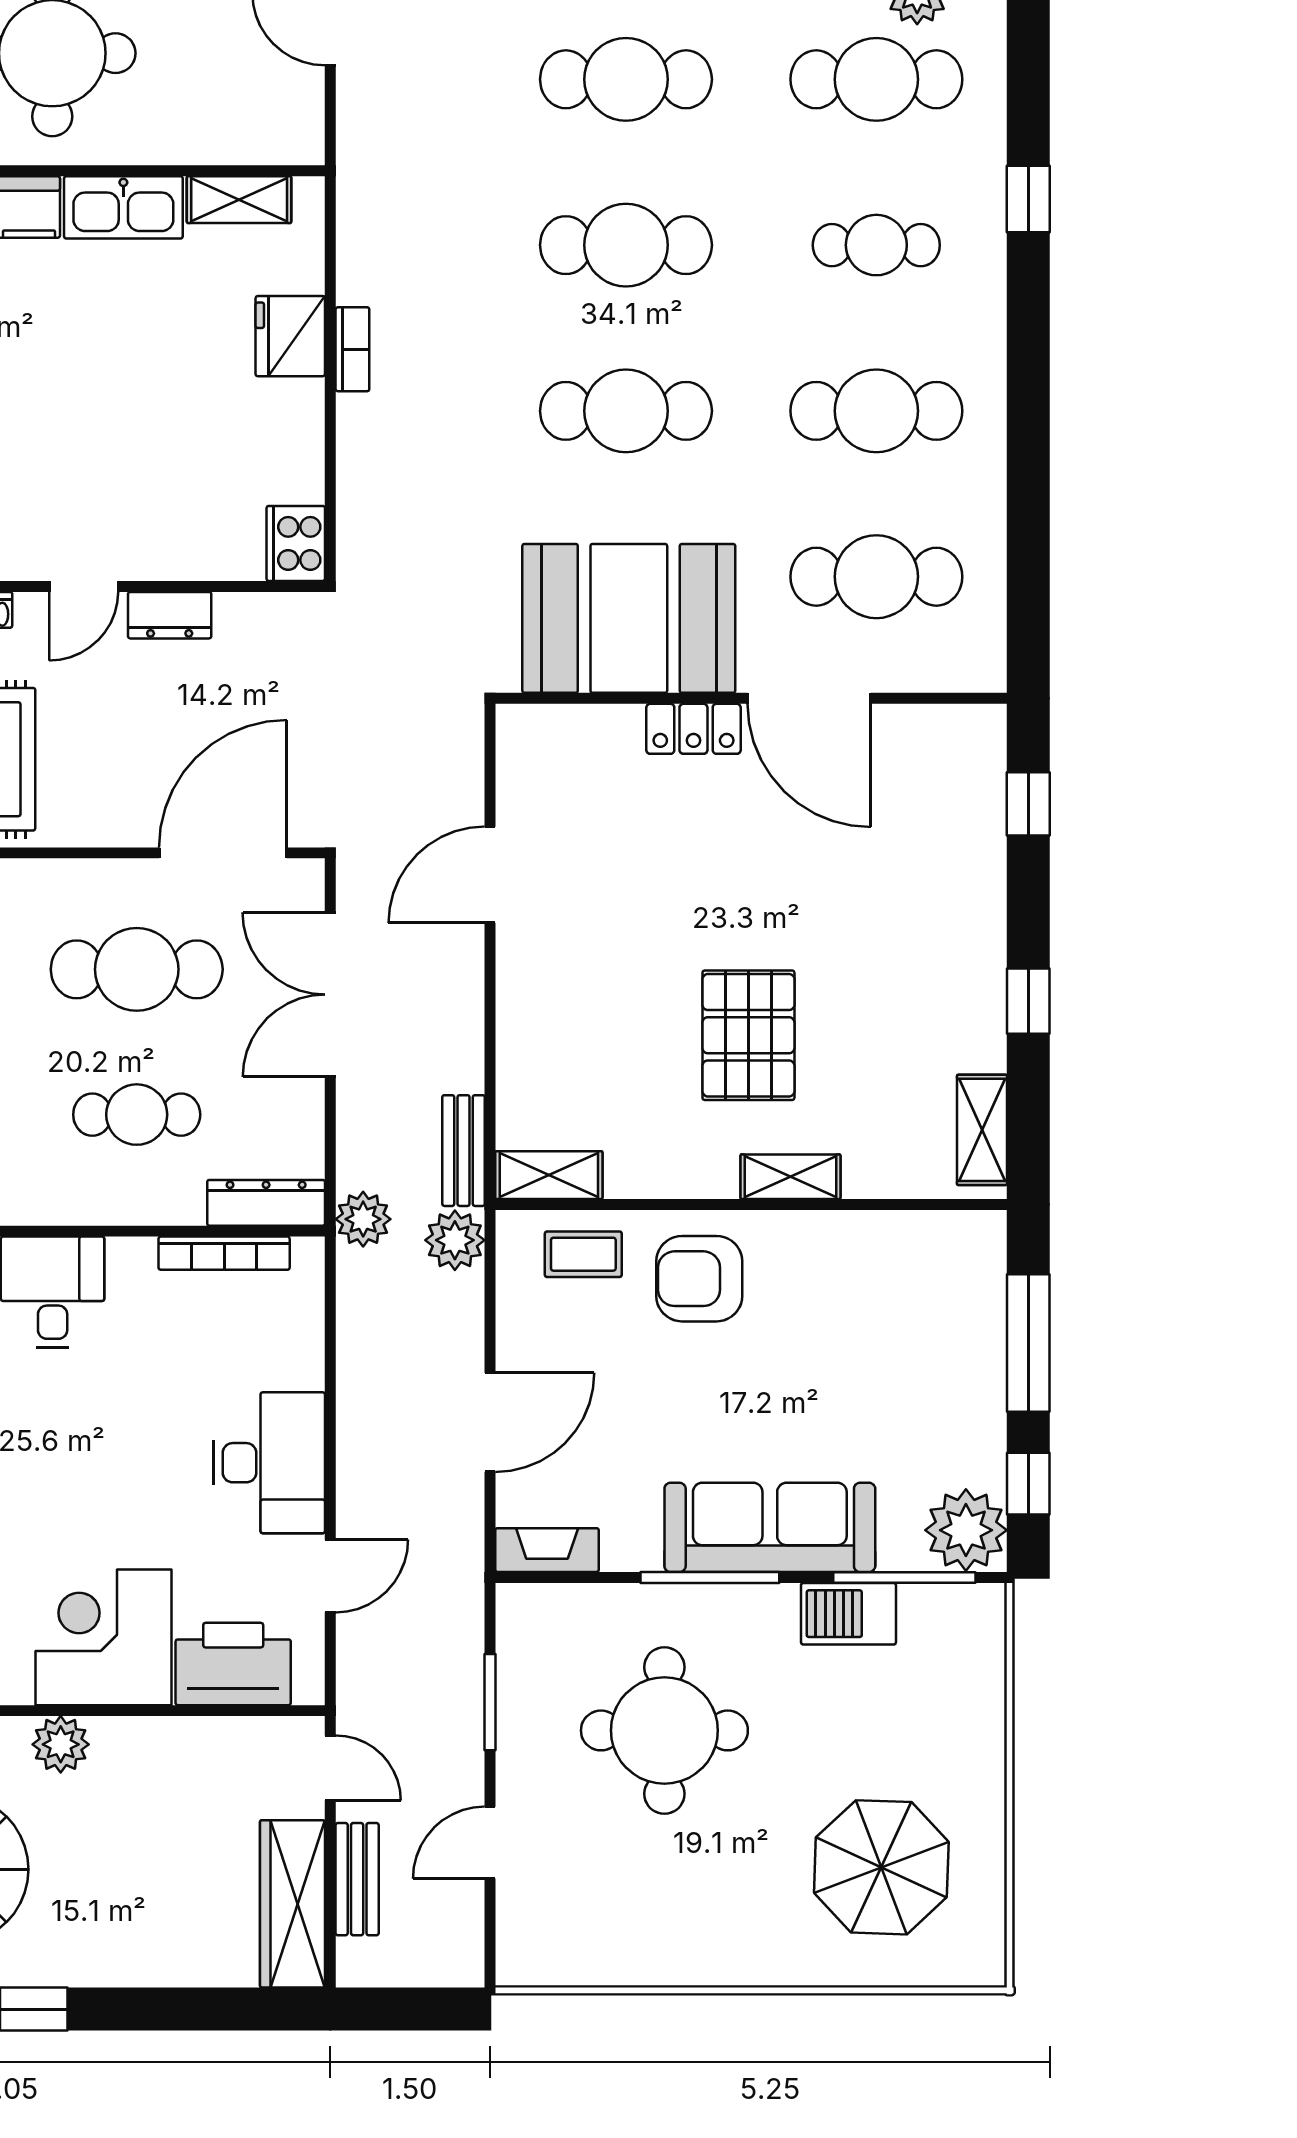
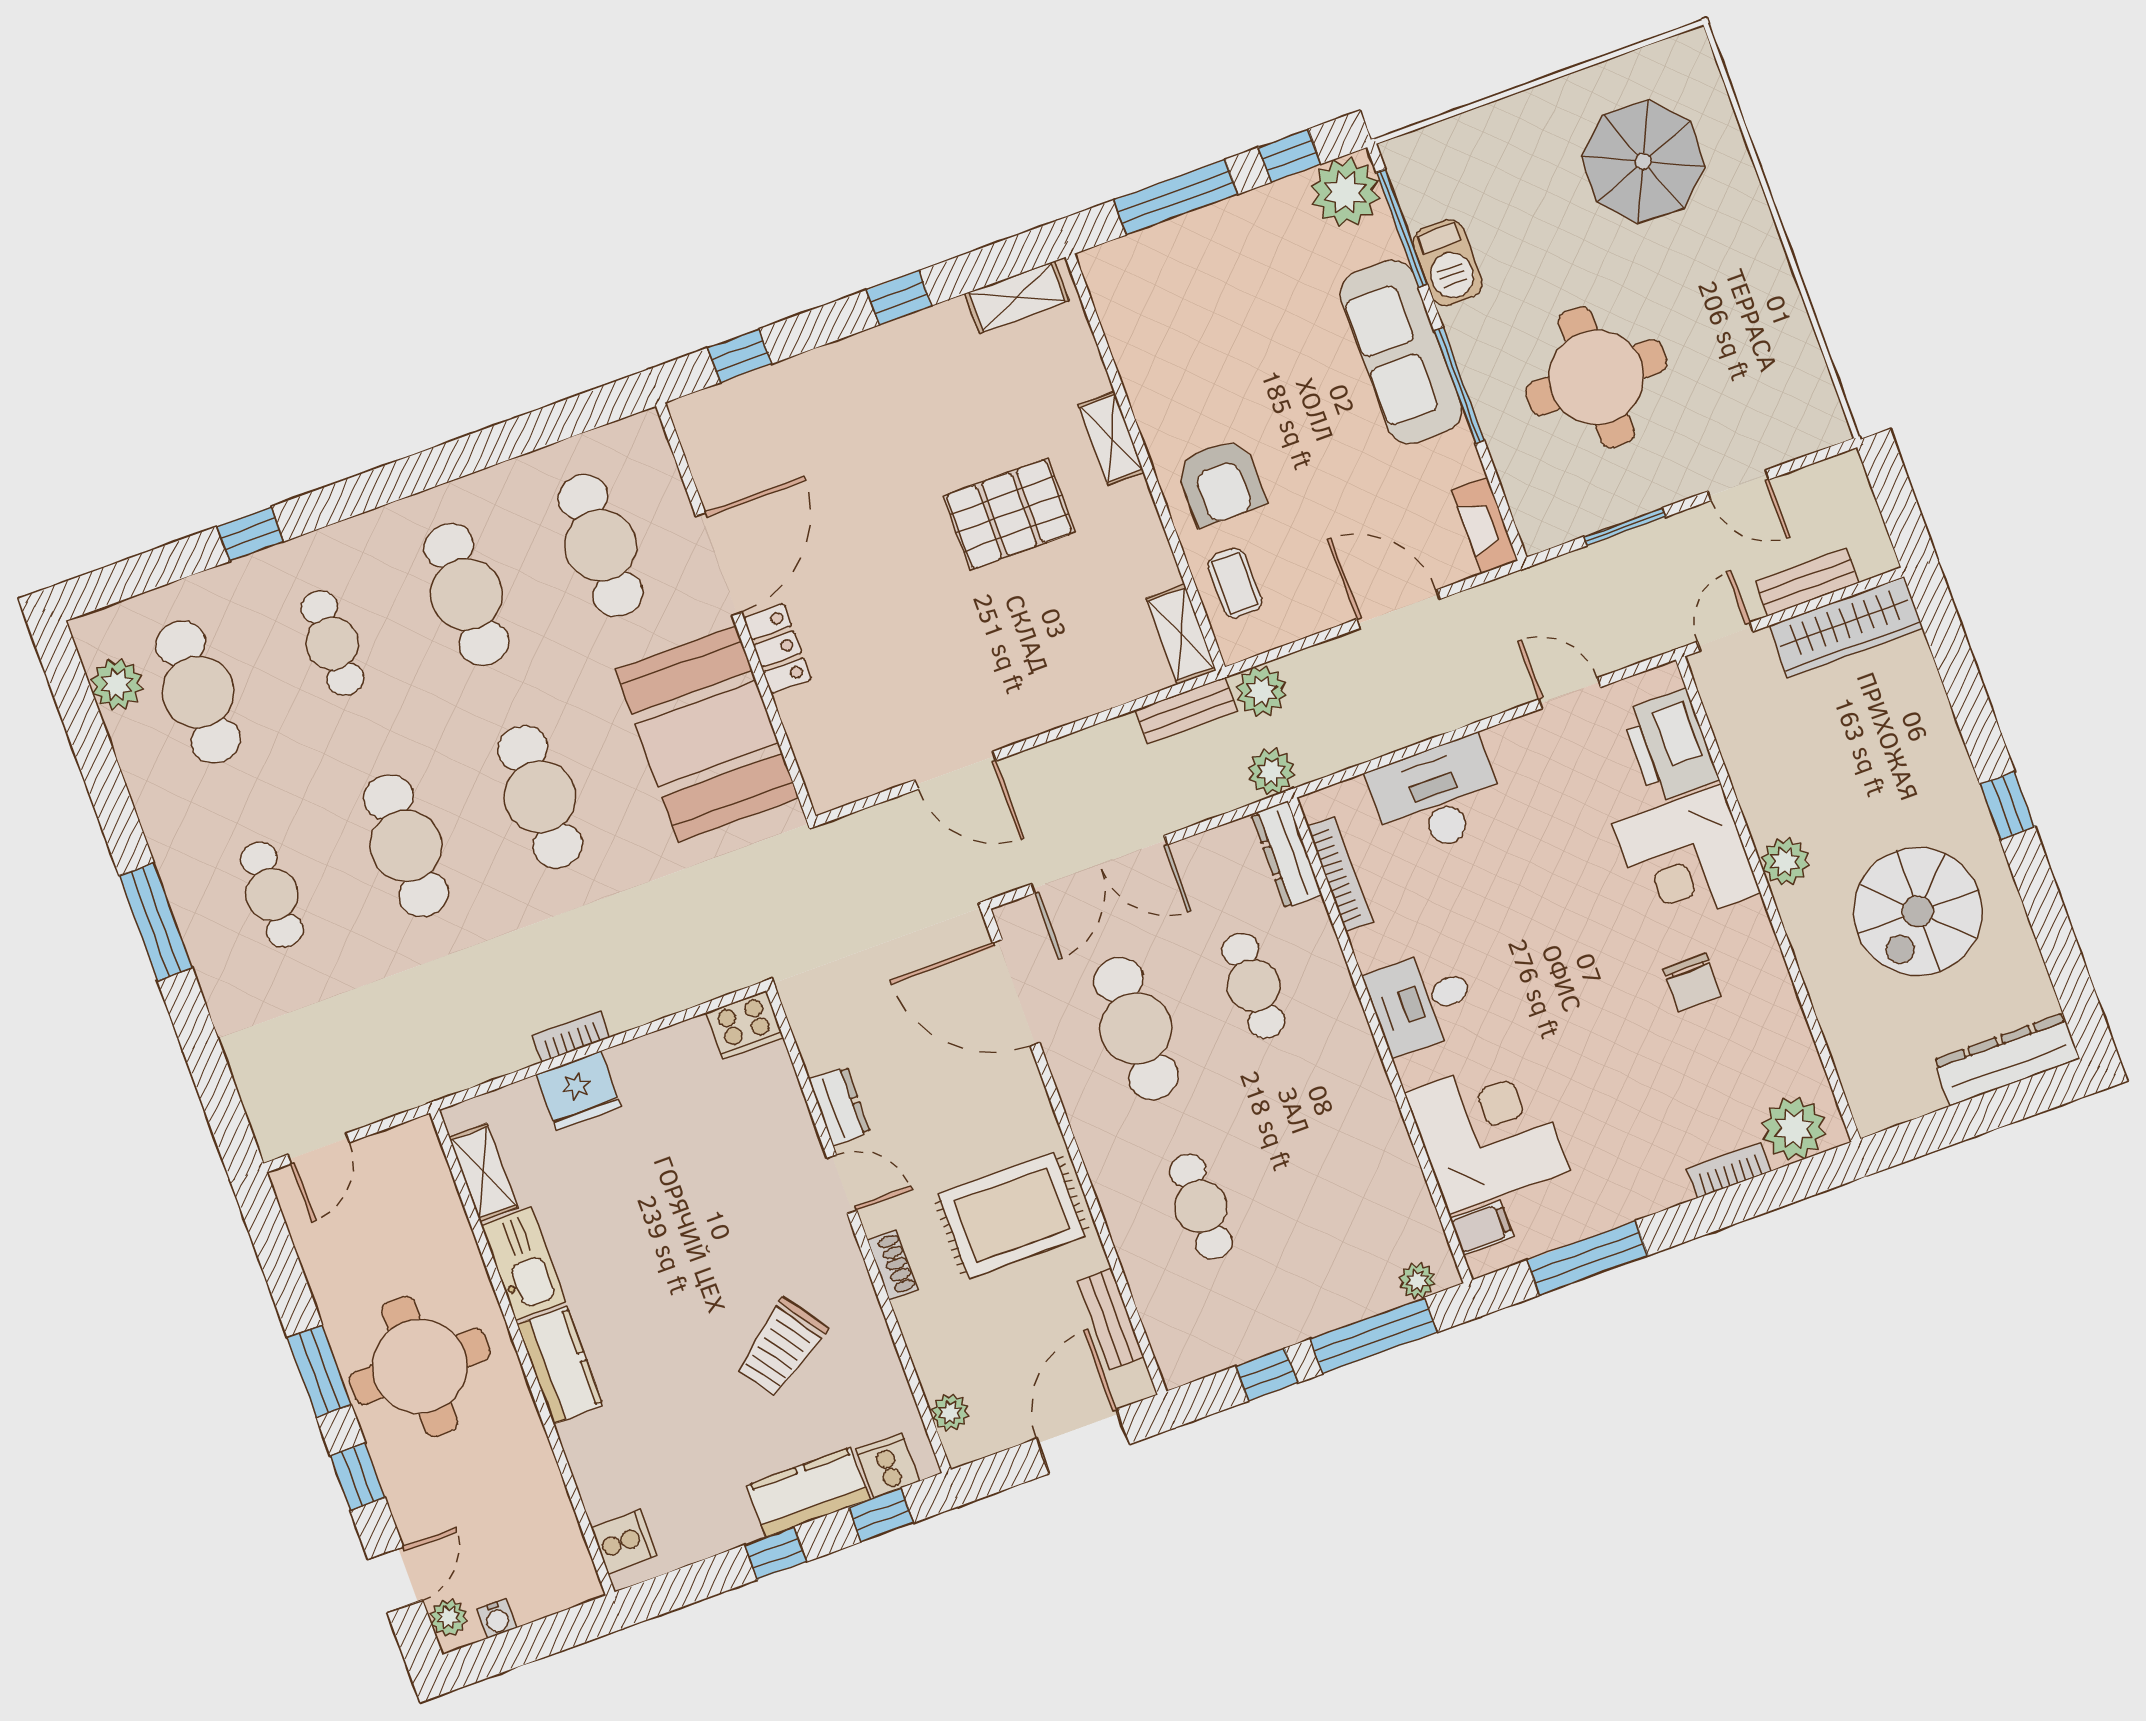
cafe table: (626, 79) -> (272, 895), width x0.73, depth x0.74
desk: (269, 1463) -> (1437, 797), moved

